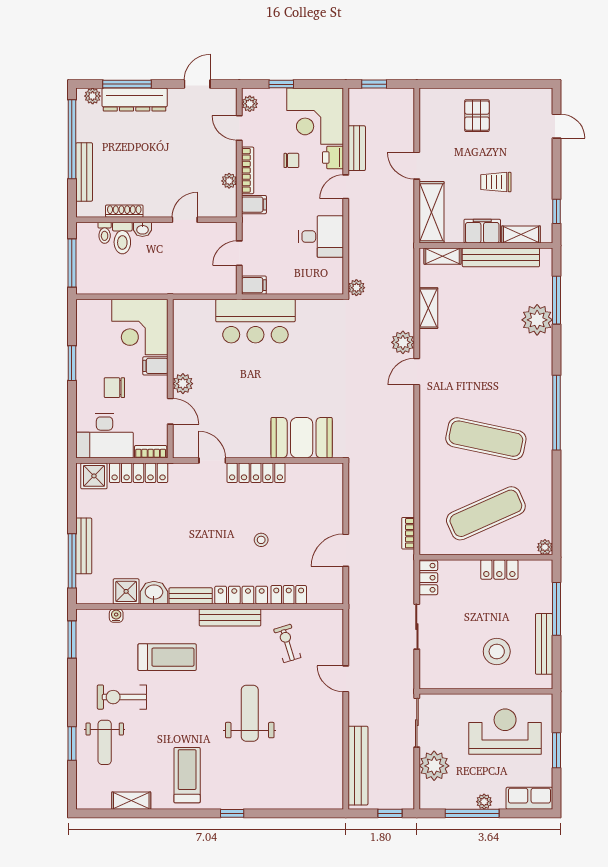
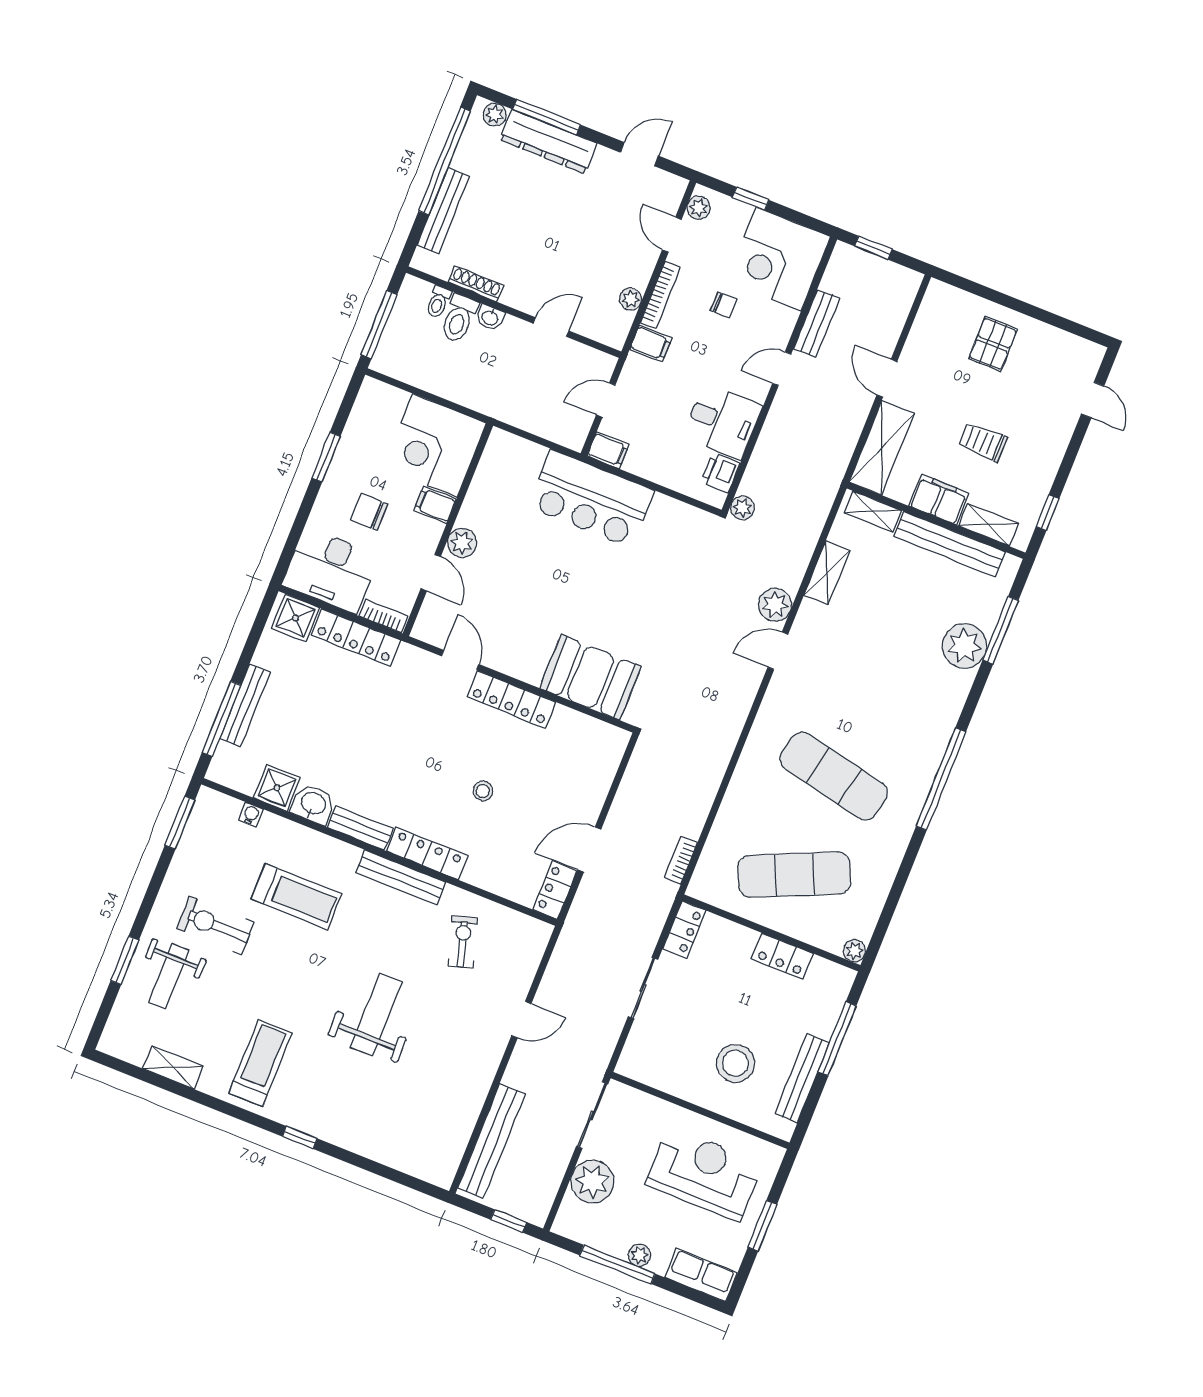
printer: (333, 157) -> (721, 473), moved
locker: (289, 595) -> (555, 890), moved, turned -90
door: (346, 679) -> (521, 1020), swing flipped

